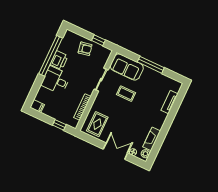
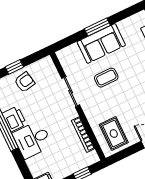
window: (98, 40) -> (14, 67), moved
window: (151, 65) -> (97, 27), width x0.69
sofa: (127, 67) -> (101, 43), moved

